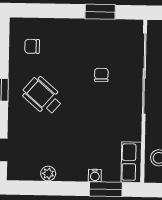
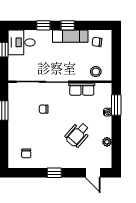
wheelchair: (42, 96) -> (78, 135), moved
row of seats: (131, 162) -> (82, 89), moved

